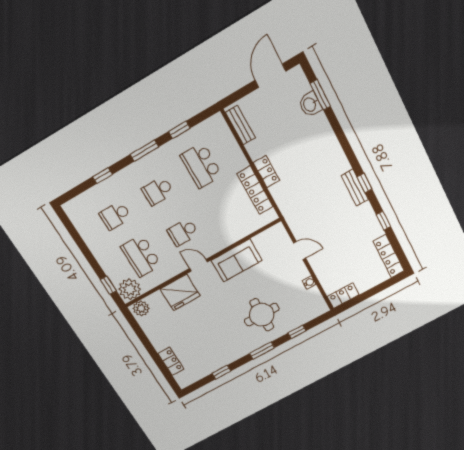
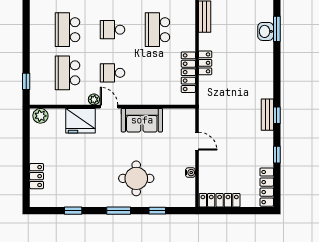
school desk: (115, 216) -> (68, 30), width x1.85
plant: (130, 289) -> (94, 99), moved, width x0.53, depth x0.53
locker: (343, 296) -> (220, 200), width x1.53

